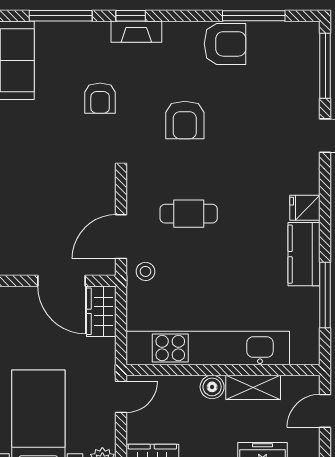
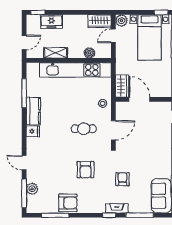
fireplace: (136, 32) -> (117, 208), moved
armchair: (225, 44) -> (68, 203), turned 180
plant: (307, 76) -> (32, 189), added
armchair: (185, 120) -> (85, 170), turned 180
door: (121, 237) -> (113, 130), moved
boiler: (212, 387) -> (89, 53), moved
door: (121, 397) -> (113, 36), moved

